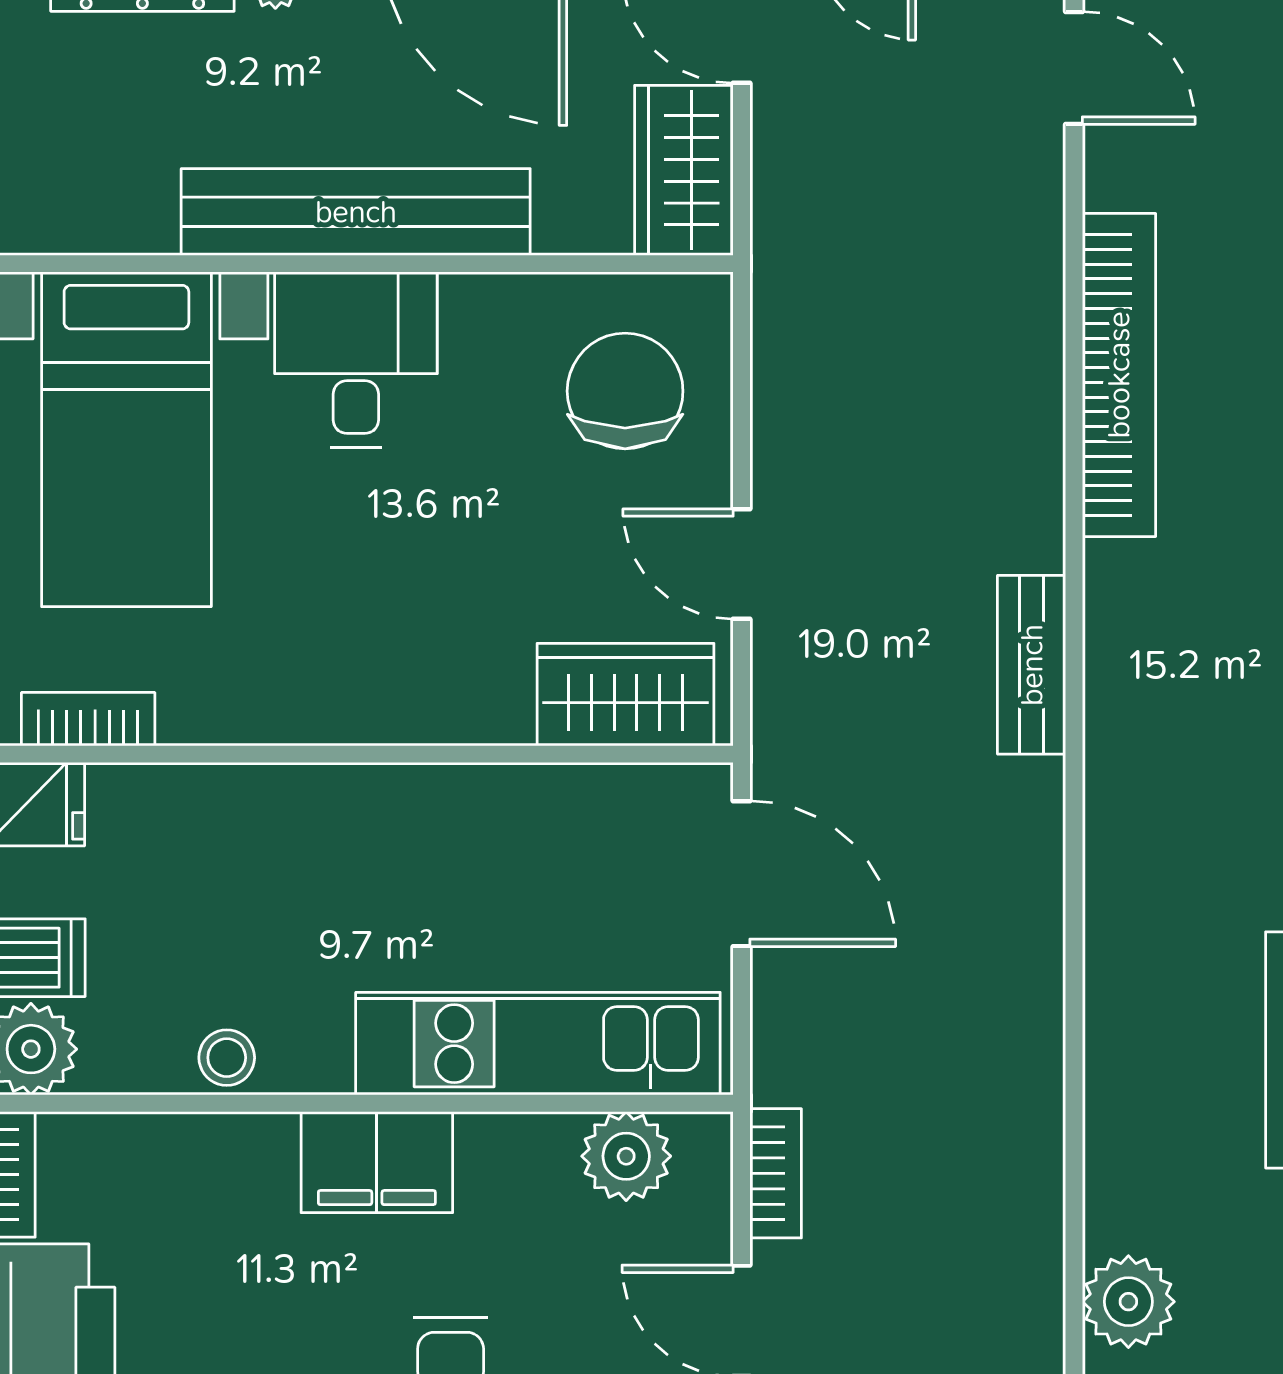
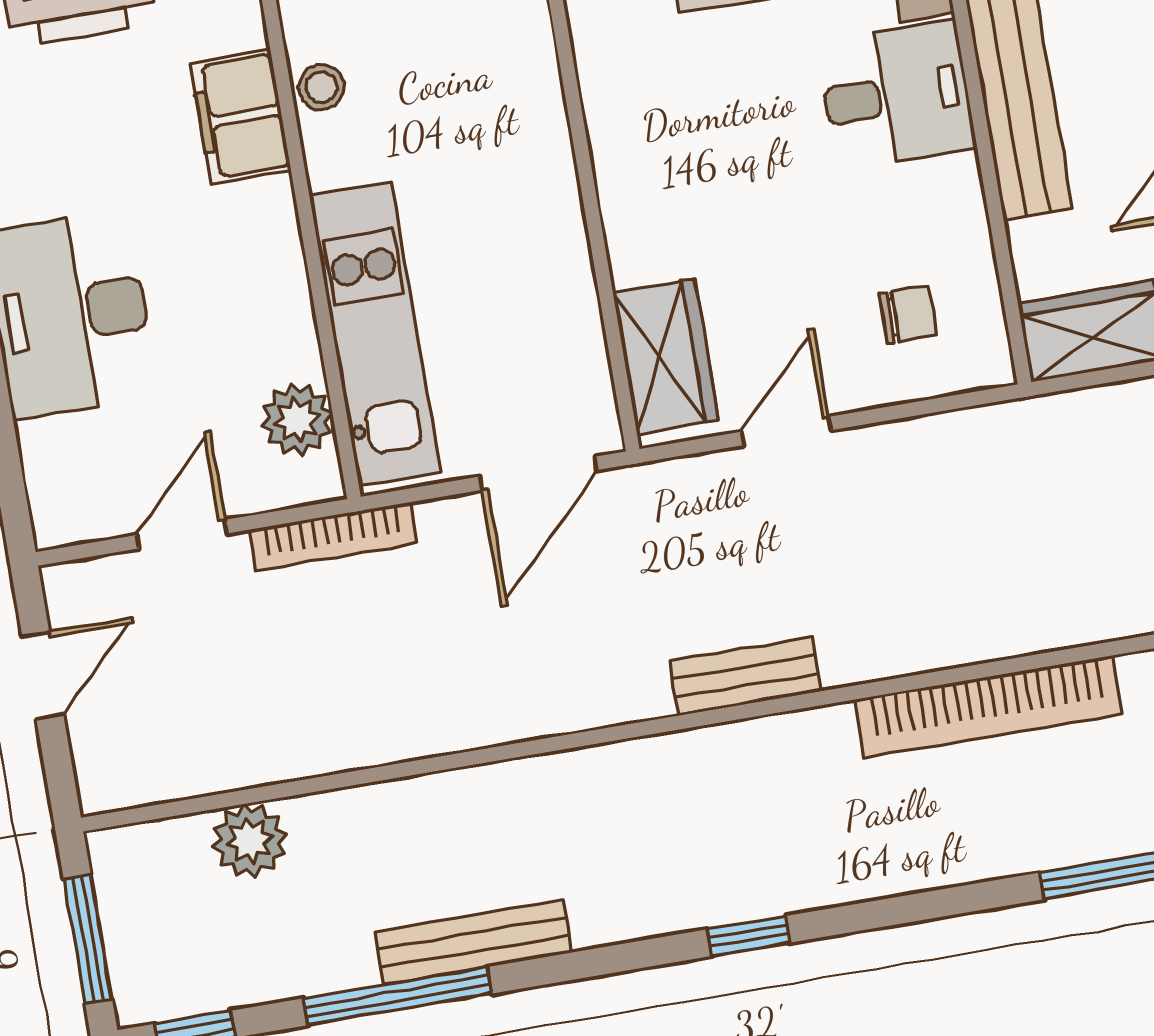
chair: (625, 391) -> (908, 314), width x0.54, depth x0.54
filing cabinet: (377, 1162) -> (241, 117), moved
bookcase: (776, 1173) -> (333, 536), width x1.56

